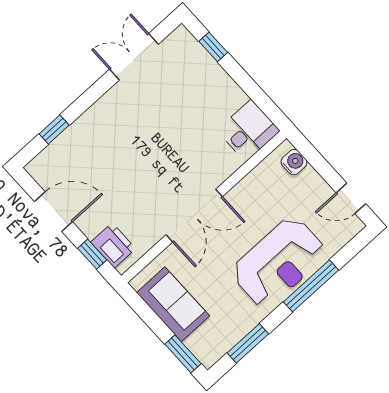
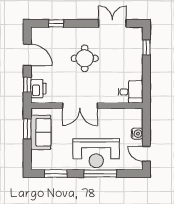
round table: (140, 142) -> (85, 58), added
water cooler: (294, 162) -> (137, 134), moved
window: (183, 354) -> (27, 129), moved

